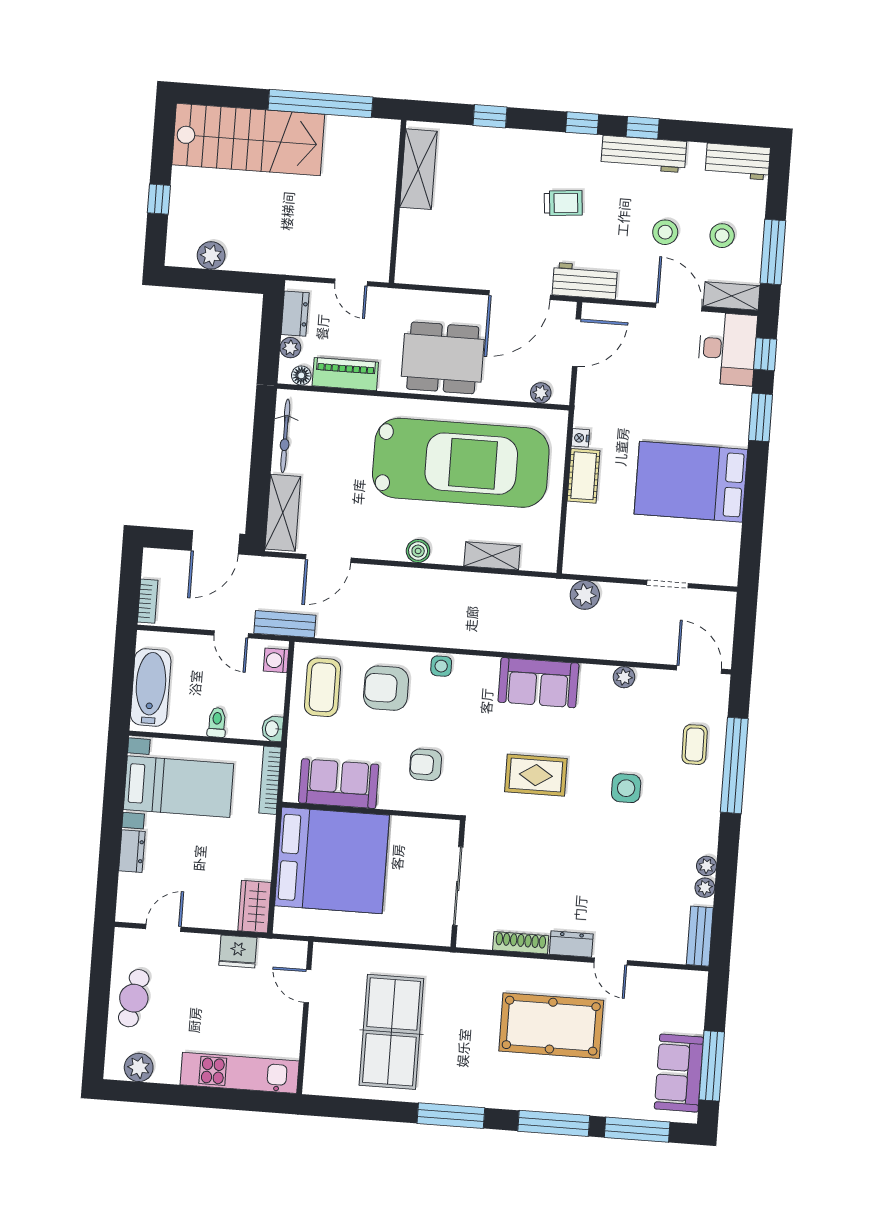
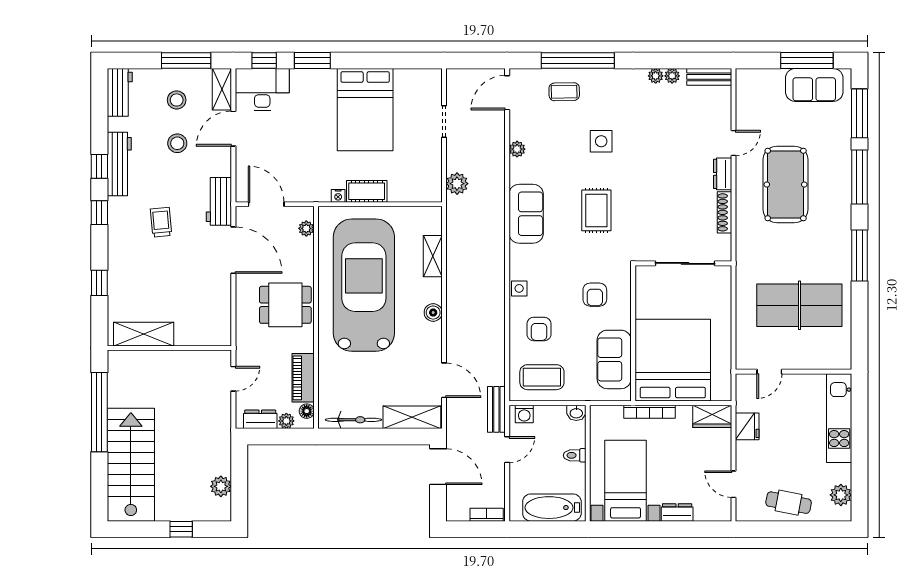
dining table: (443, 358) -> (285, 305), width x0.73
armchair: (386, 688) -> (539, 329), width x0.72, depth x0.72
bookcase: (270, 780) -> (650, 412), moved

